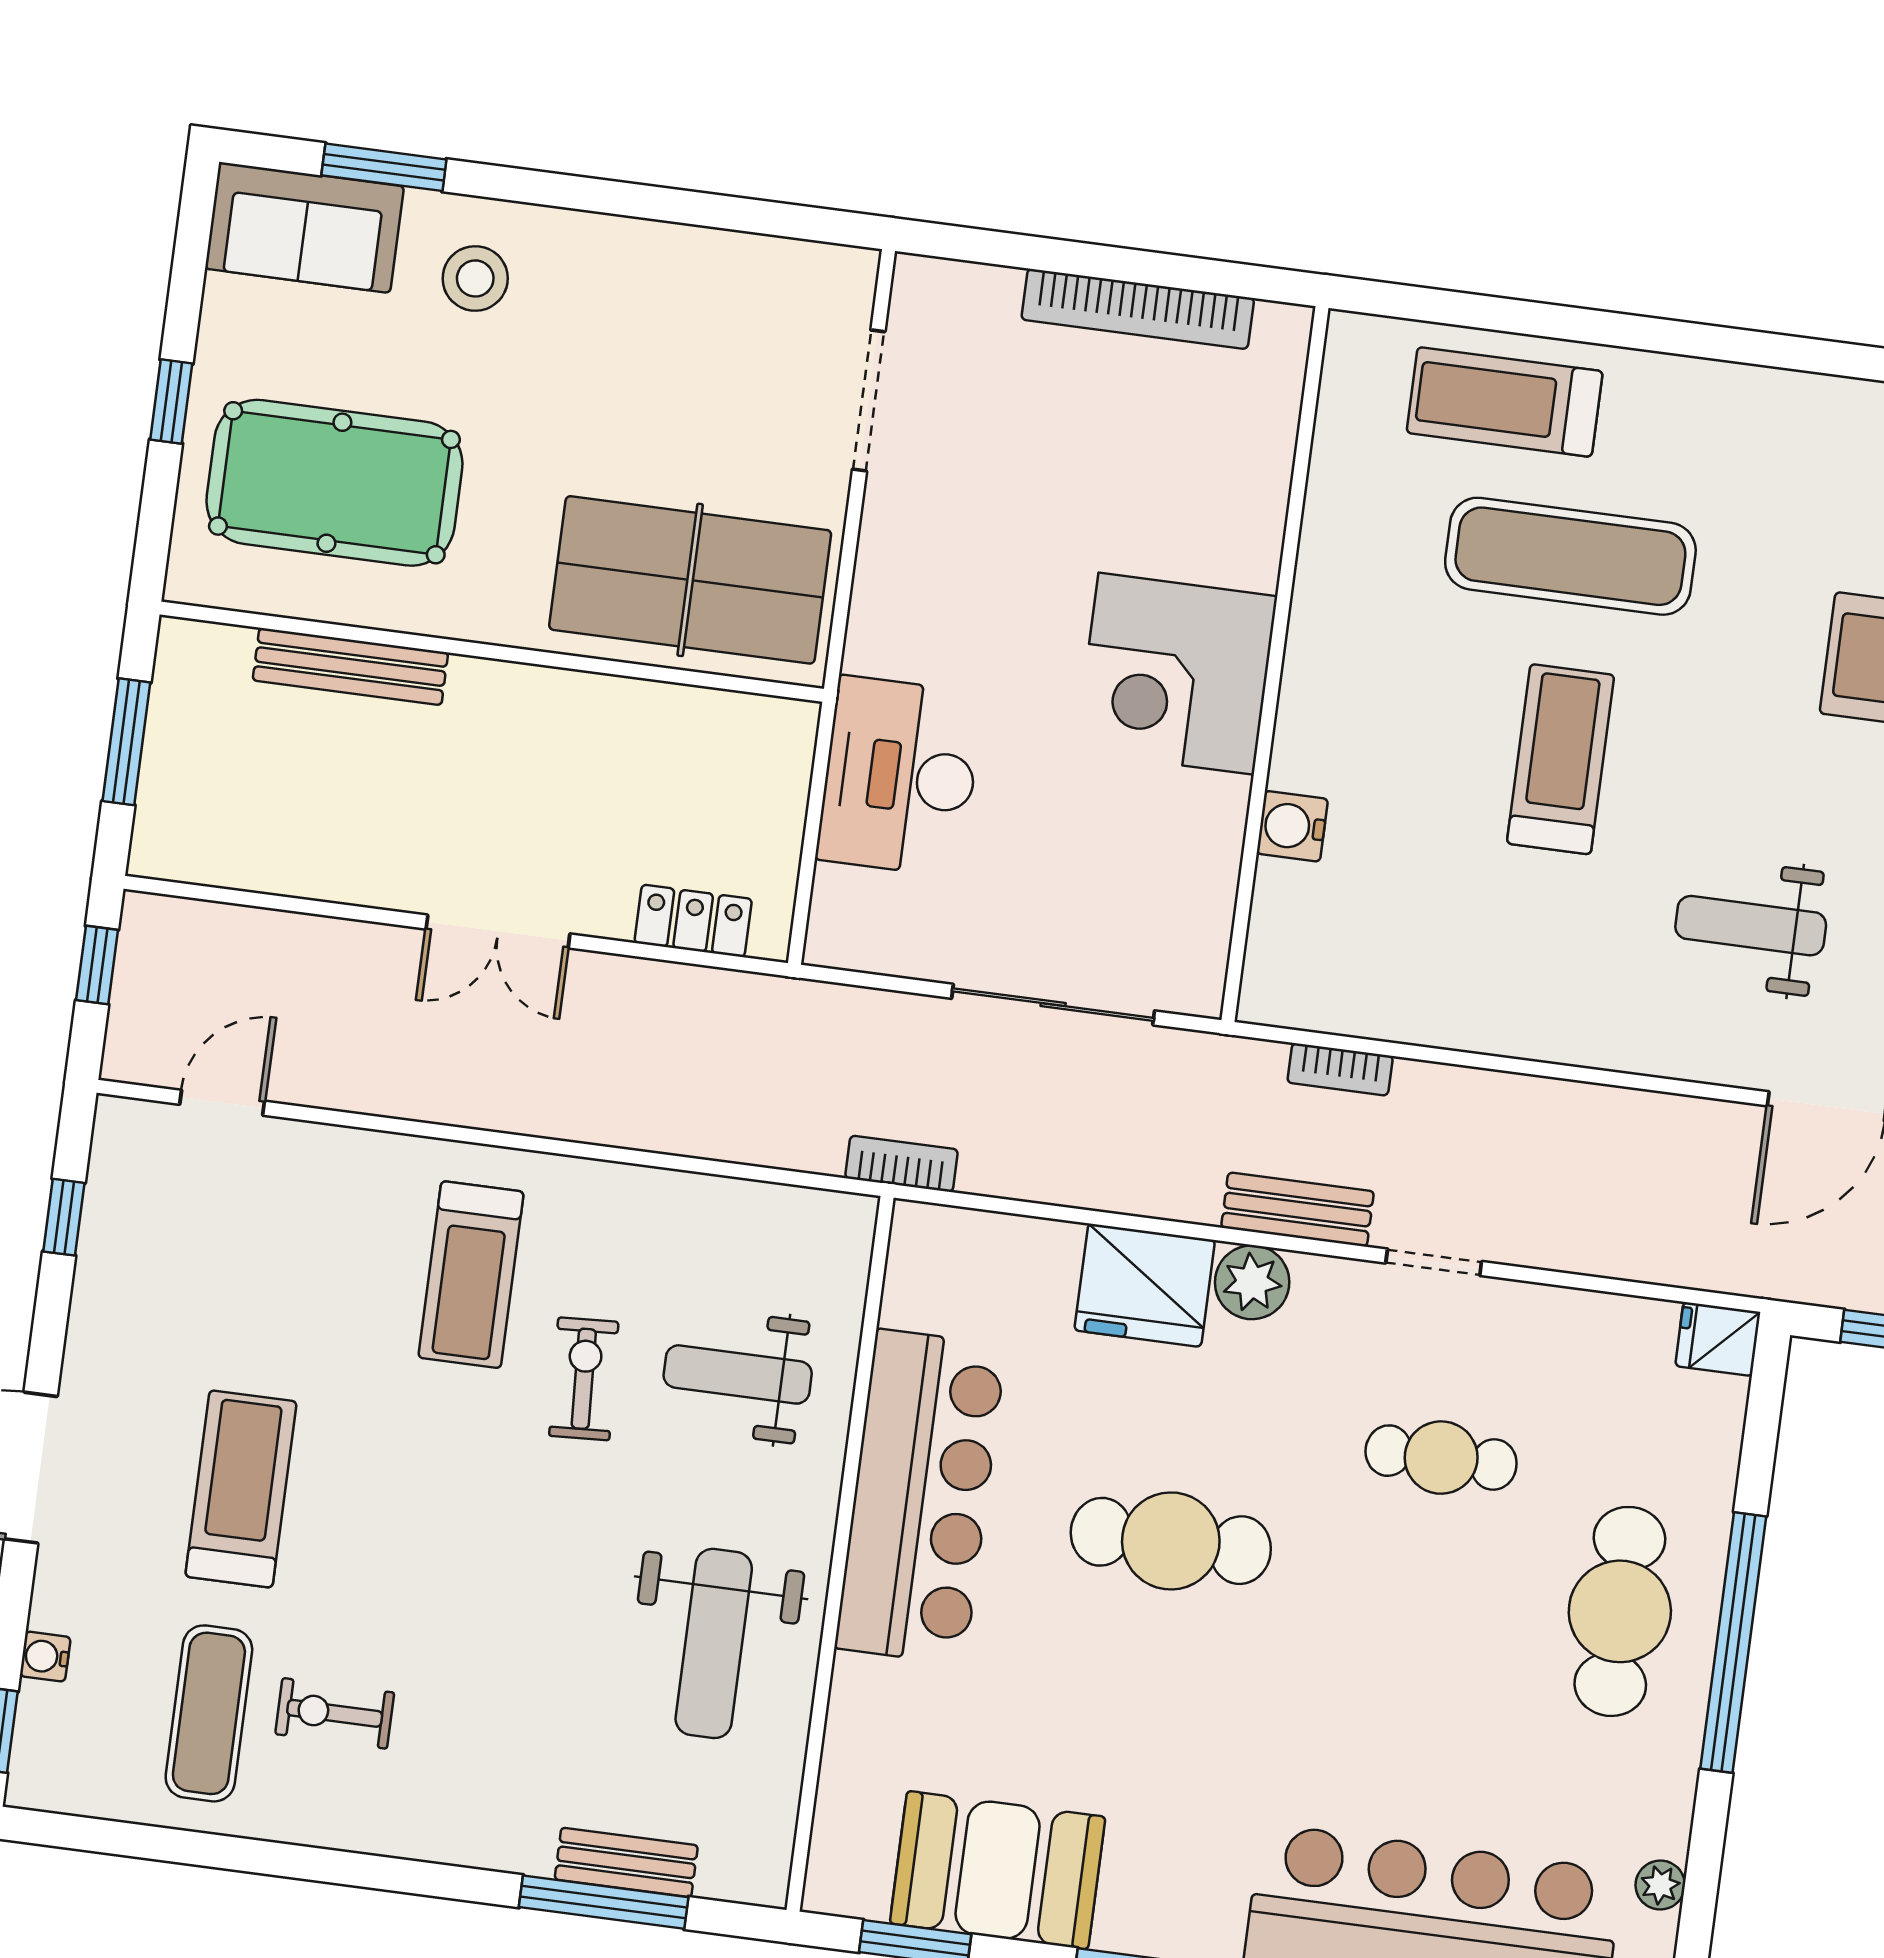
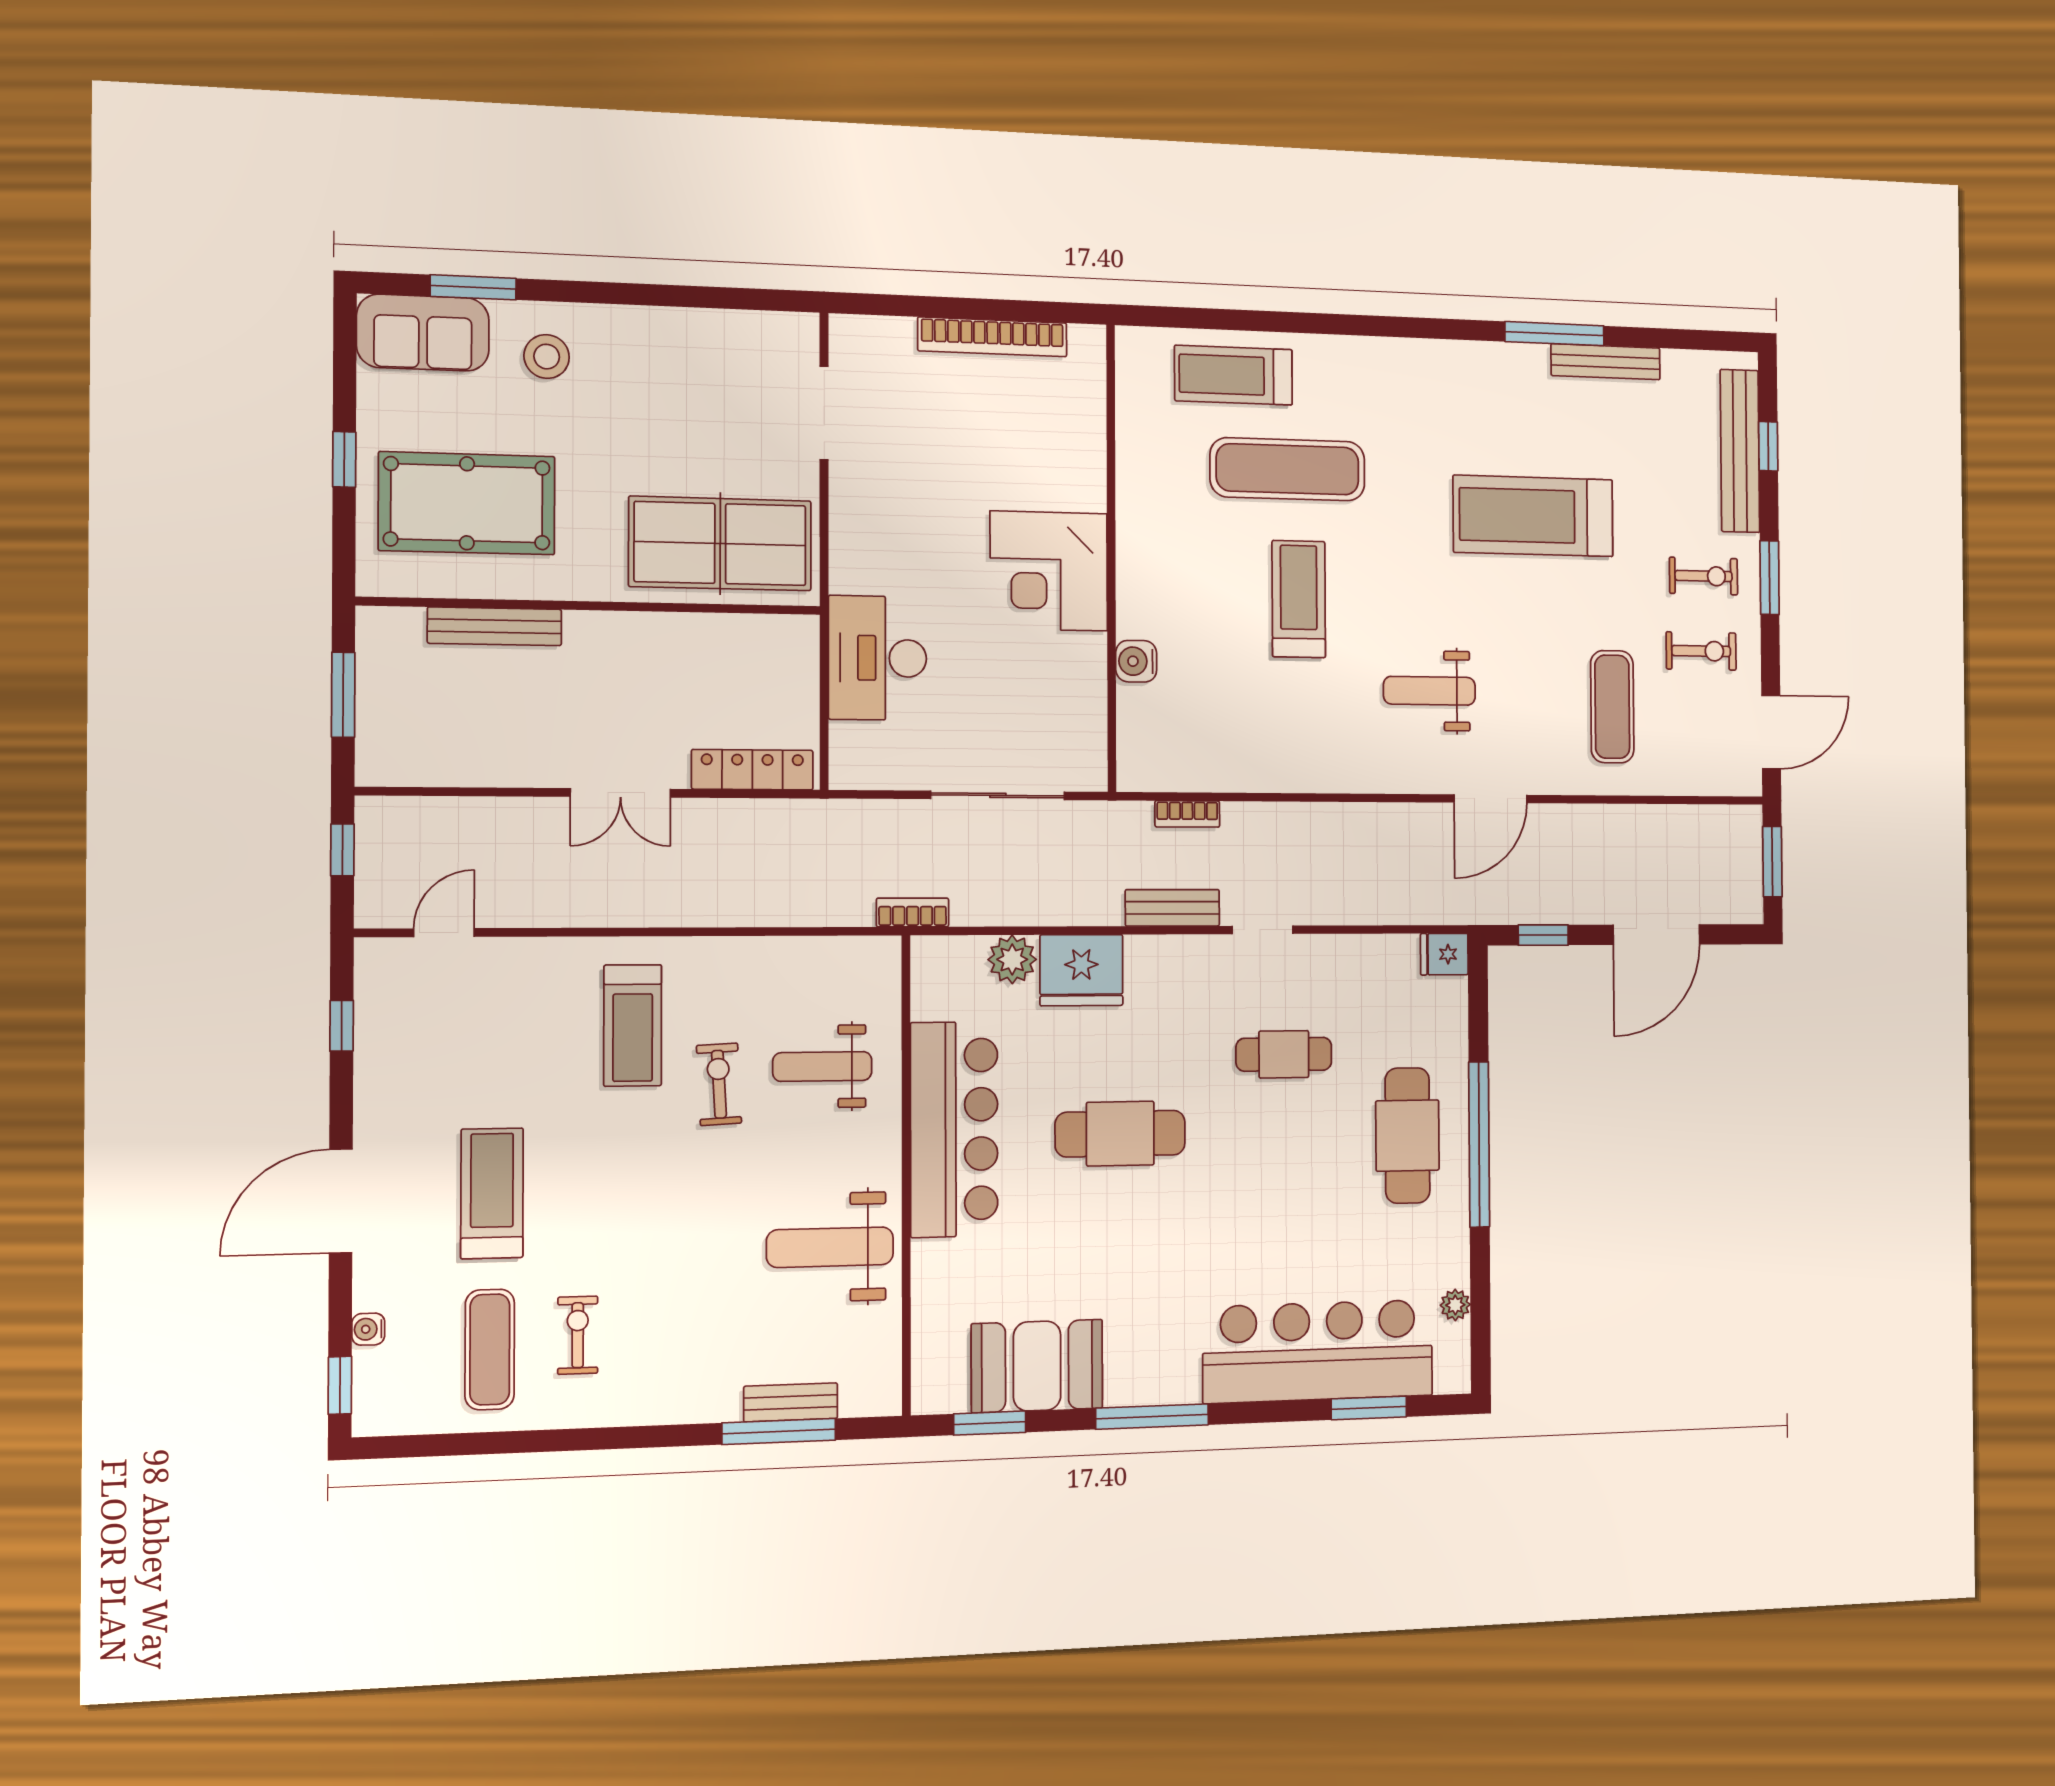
locker: (693, 921) -> (752, 770), width x1.53
plant: (1252, 1282) -> (1012, 959), moved
weight bench: (714, 1643) -> (830, 1247), turned 90
exercise bike: (335, 1713) -> (578, 1335), turned 90

